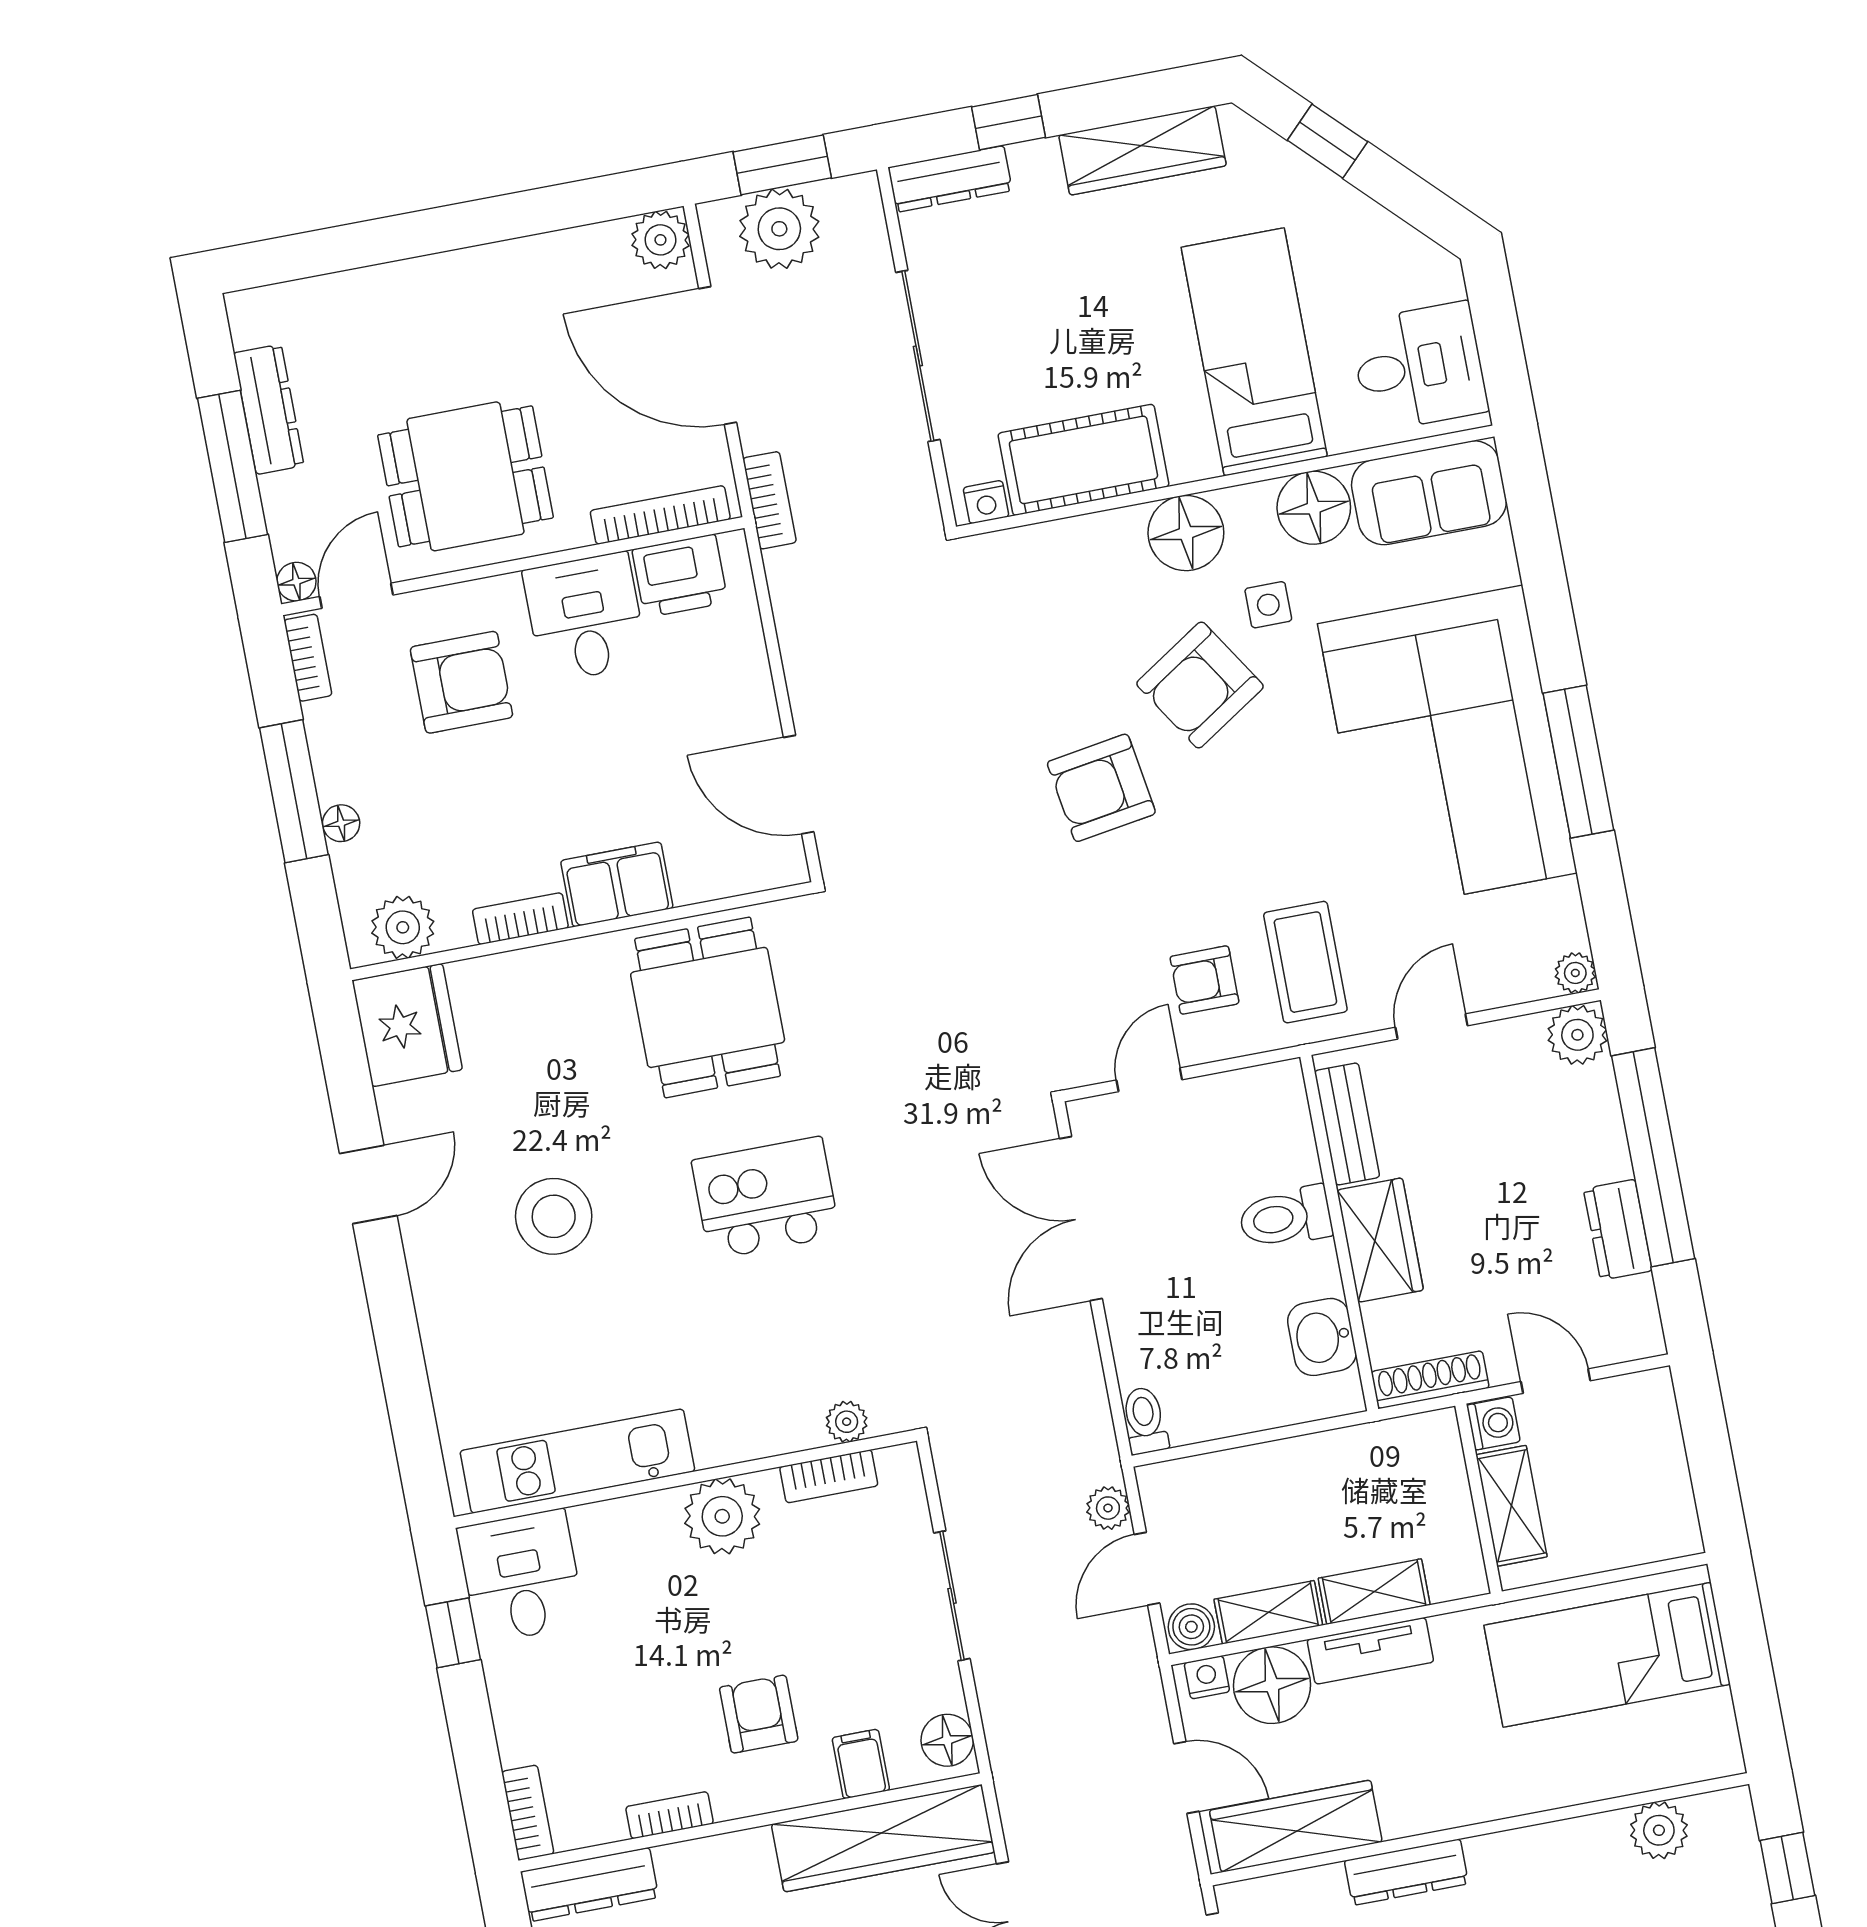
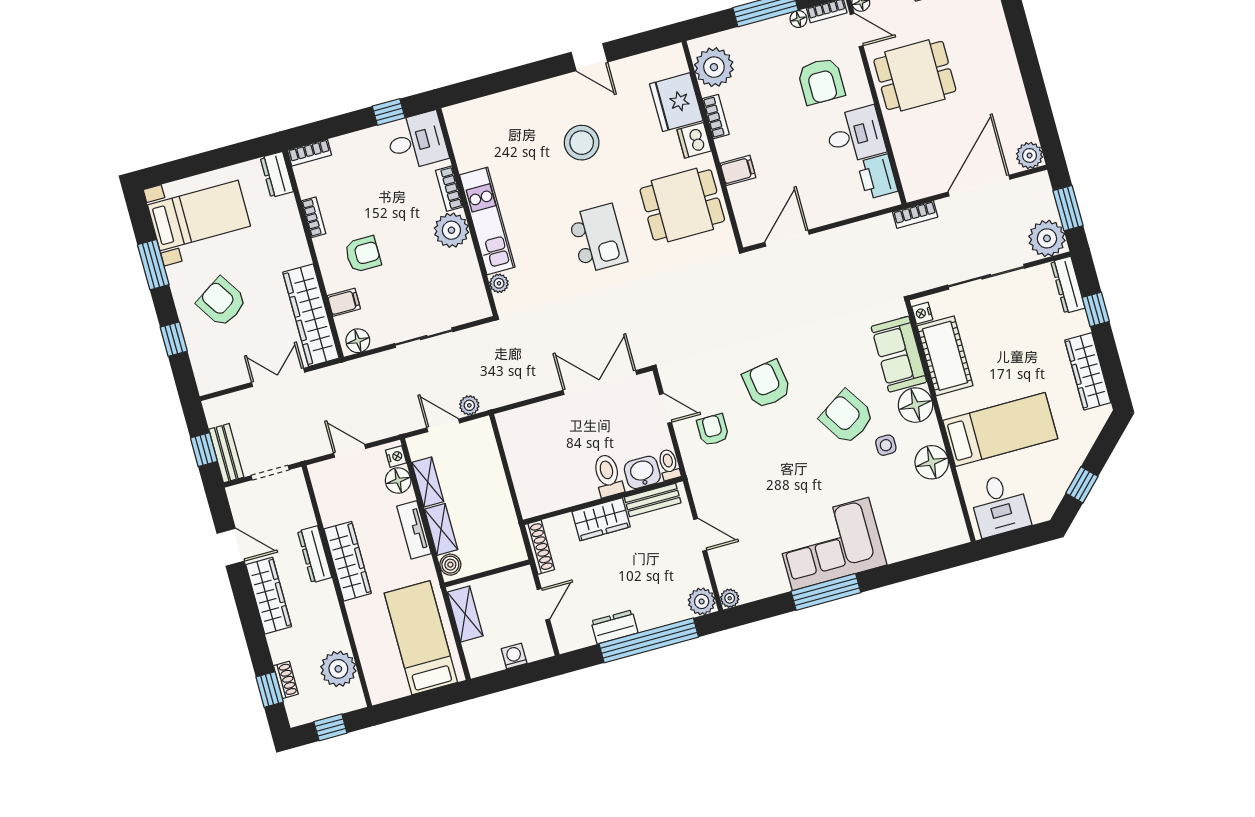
window: (1327, 141) -> (1082, 485), moved
plant: (779, 229) -> (1047, 238), moved
dining table: (465, 476) -> (915, 75), turned 90
sofa: (1429, 493) -> (899, 354), moved
bookcase: (660, 515) -> (904, 165), removed
corner sofa: (1447, 748) -> (830, 544), width x0.73, depth x0.74
armchair: (1101, 788) -> (767, 384), moved
floor lamp: (341, 823) -> (798, 19), moved
filing cabinet: (617, 884) -> (738, 170), width x0.50
plant: (403, 927) -> (714, 67), width x1.36, depth x1.36
coffee table: (1305, 962) -> (725, 475), removed
dishwasher: (568, 970) -> (694, 140), added
fridge: (407, 1025) -> (676, 102), moved, turned 90
washbasin: (1322, 1337) -> (642, 472), moved
toilet: (1145, 1420) -> (669, 465), moved, turned -90
washing machine: (1493, 1423) -> (514, 656), moved, turned 180
kitchen unit: (577, 1461) -> (487, 221), moved
bookcase: (829, 1476) -> (449, 189), moved
shelving: (1512, 1506) -> (465, 614), moved, turned 90
boiler: (1191, 1627) -> (450, 565), moved
floor lamp: (1272, 1685) -> (398, 481), width x0.73, depth x0.73
door: (1186, 1778) -> (350, 451), swing flipped
wardrobe: (1296, 1826) -> (348, 561), moved
plant: (1659, 1830) -> (338, 669), width x1.36, depth x1.36
dresser: (590, 1885) -> (277, 175), width x0.70

